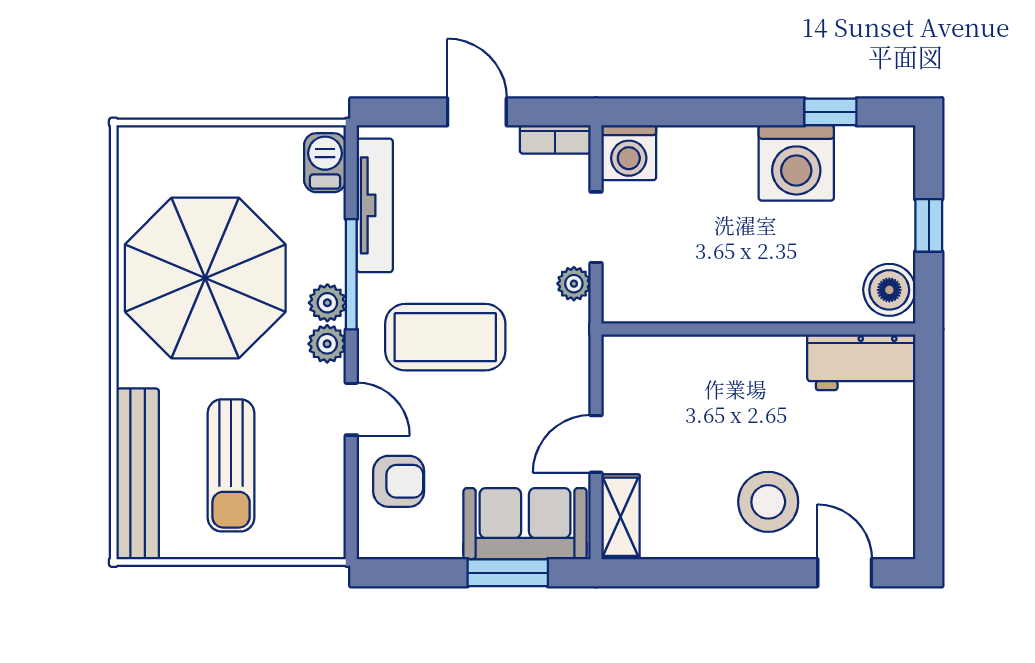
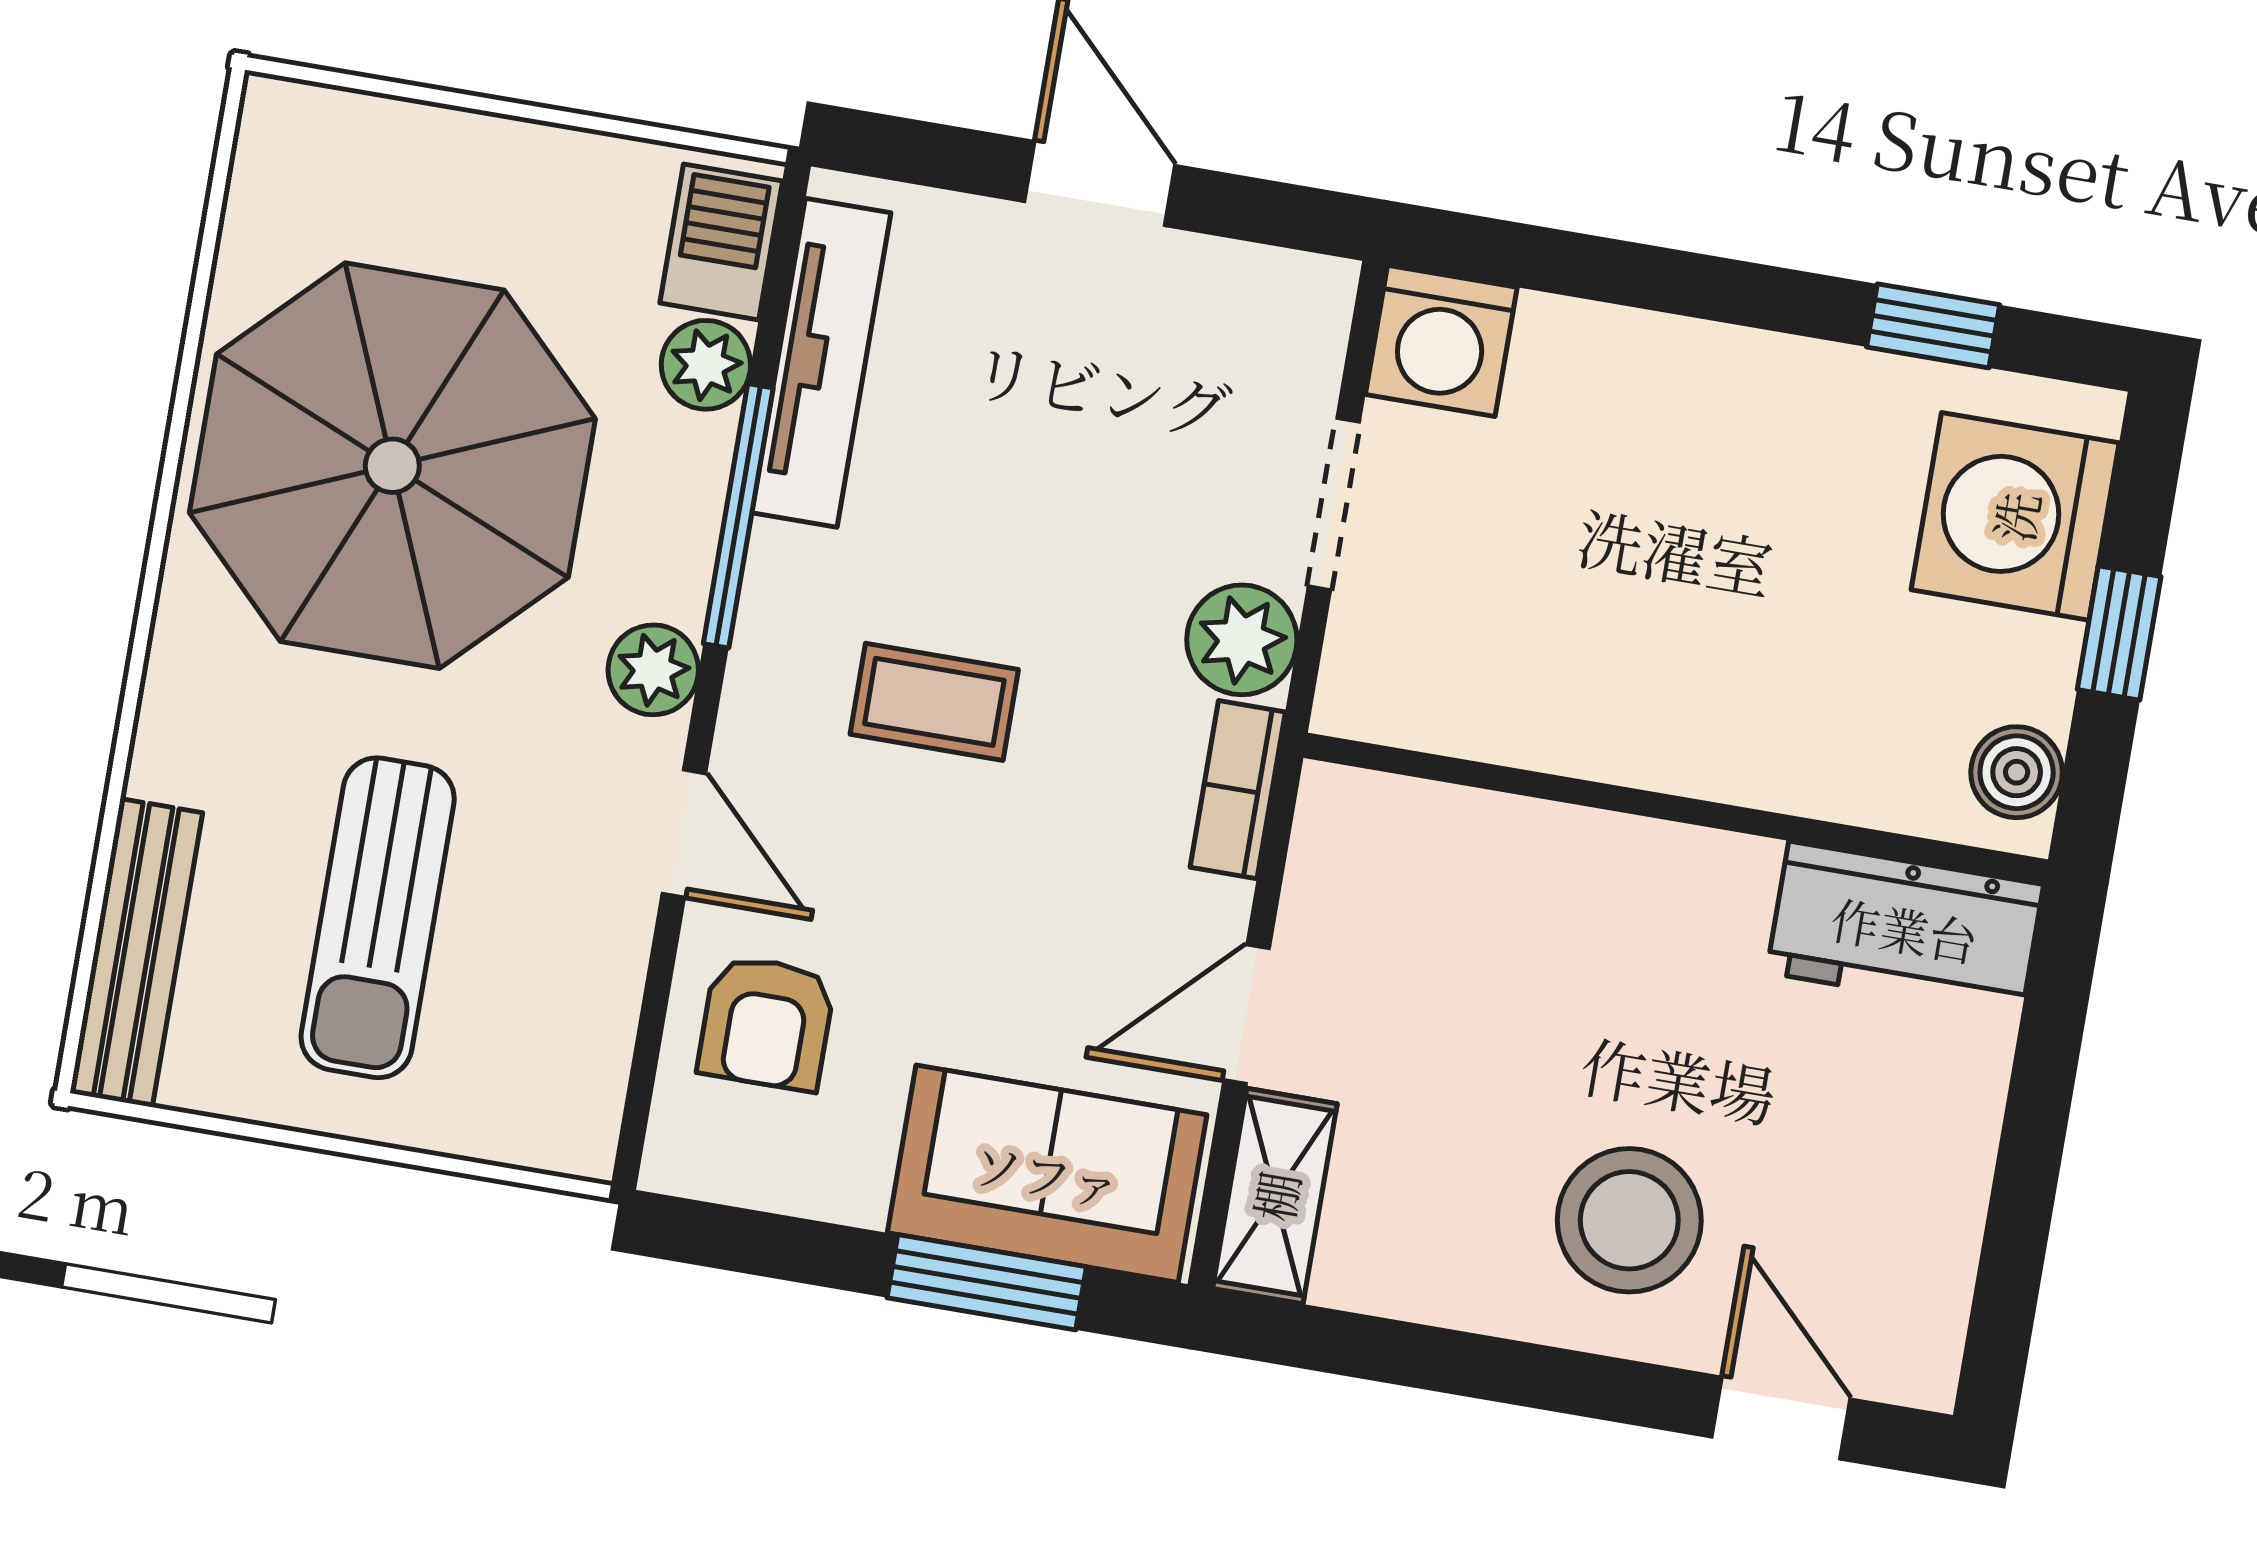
bookcase: (555, 139) -> (1238, 790), moved, turned 90
washing machine: (796, 163) -> (2015, 516), moved, turned 90
plant: (574, 284) -> (1242, 640), width x1.38, depth x1.38
boiler: (889, 290) -> (2017, 772), width x0.73, depth x0.73
plant: (327, 303) -> (706, 365), moved
coffee table: (445, 337) -> (934, 702), width x0.54, depth x0.58
bench: (138, 474) -> (136, 953), width x0.73, depth x0.82
armchair: (399, 481) -> (766, 1023), turned 90

